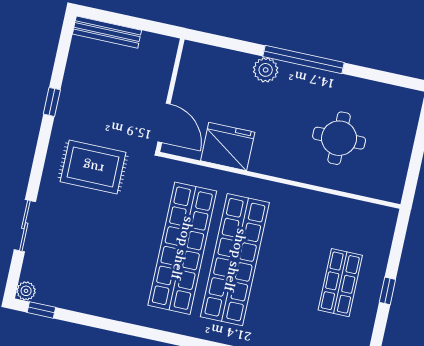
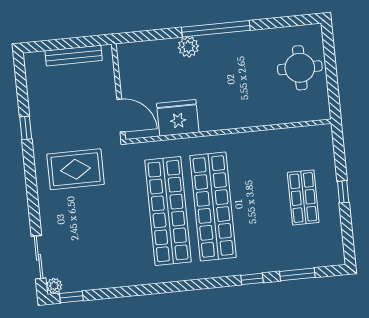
bench: (107, 32) -> (74, 56), moved
round table: (339, 138) -> (300, 68), moved
sliding door: (25, 226) -> (39, 257), moved

